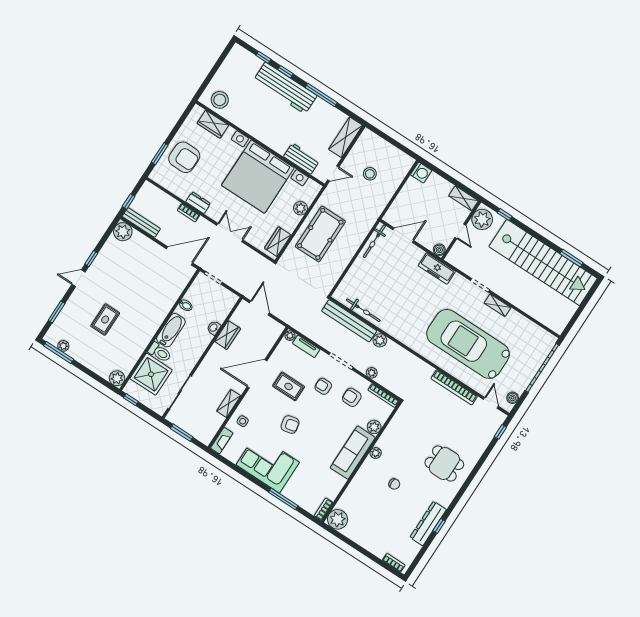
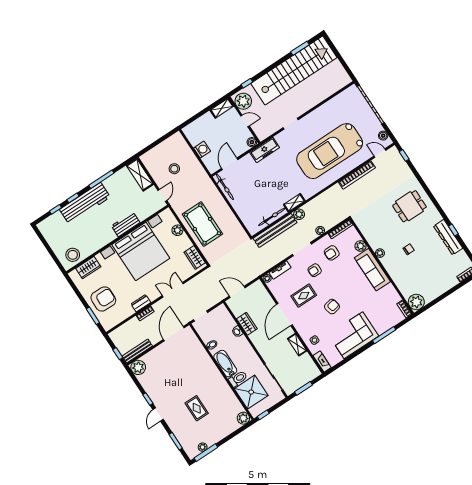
workbench: (302, 159) -> (126, 224), moved
washing machine: (421, 173) -> (202, 150), moved
shelving: (497, 305) -> (294, 203), moved

